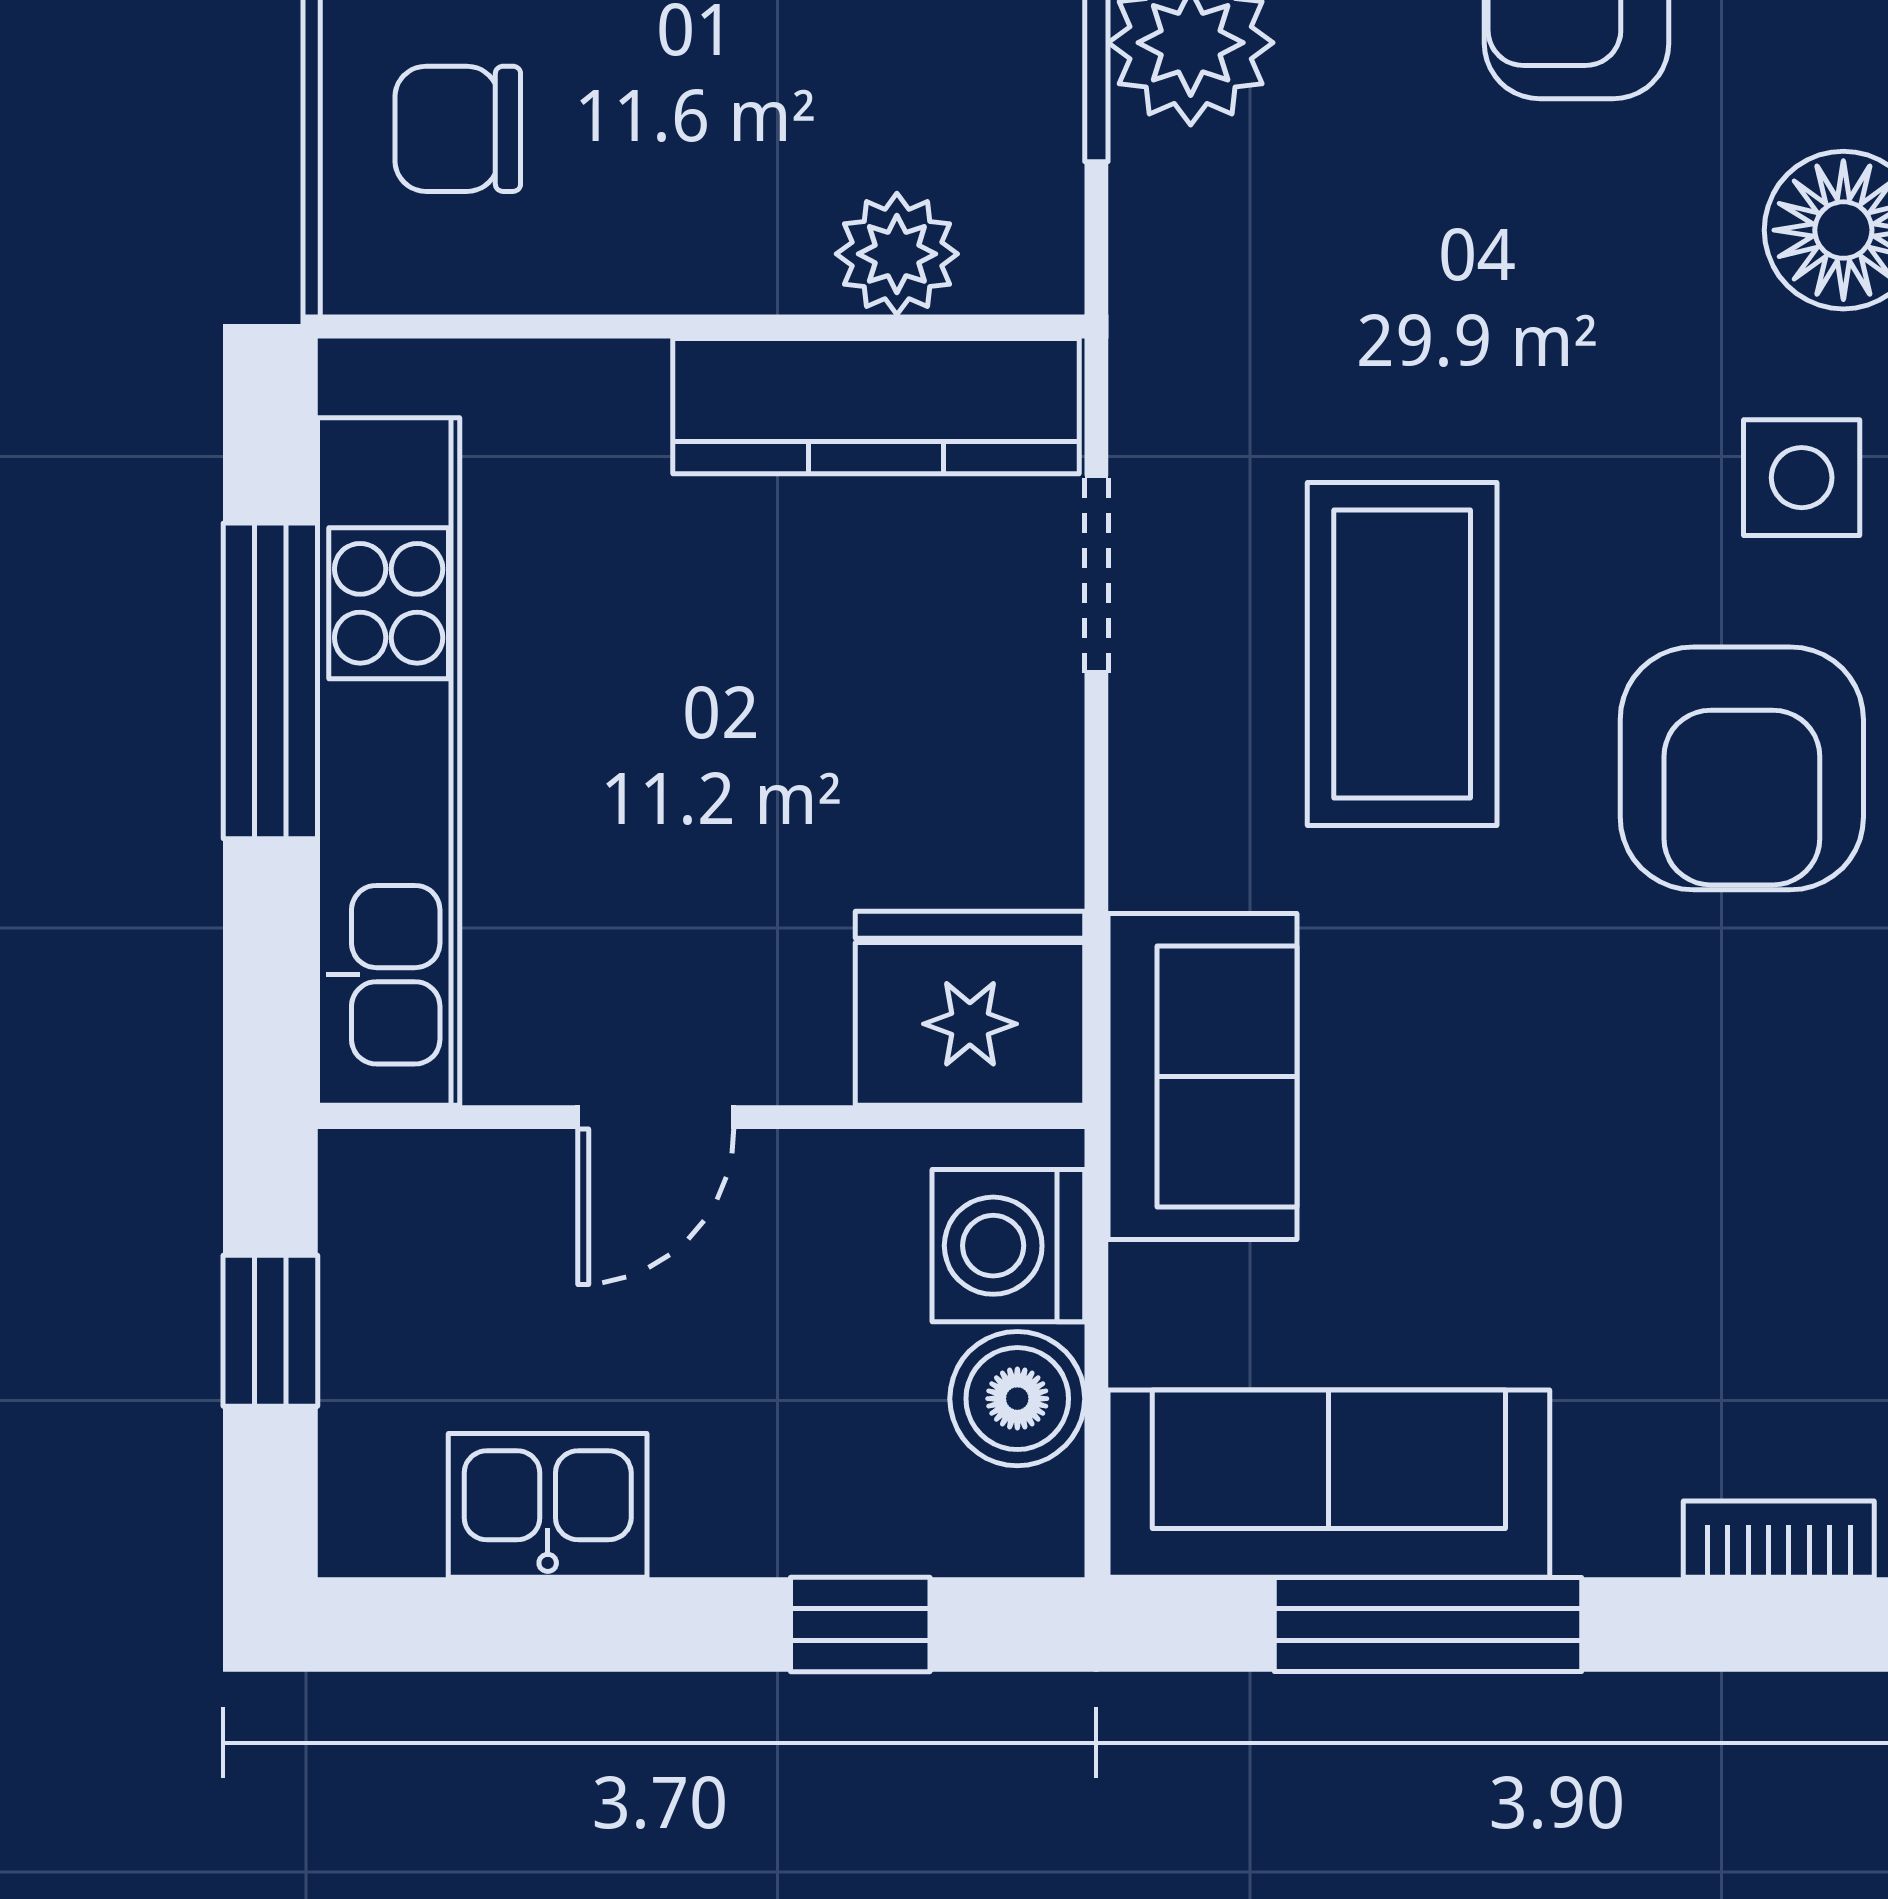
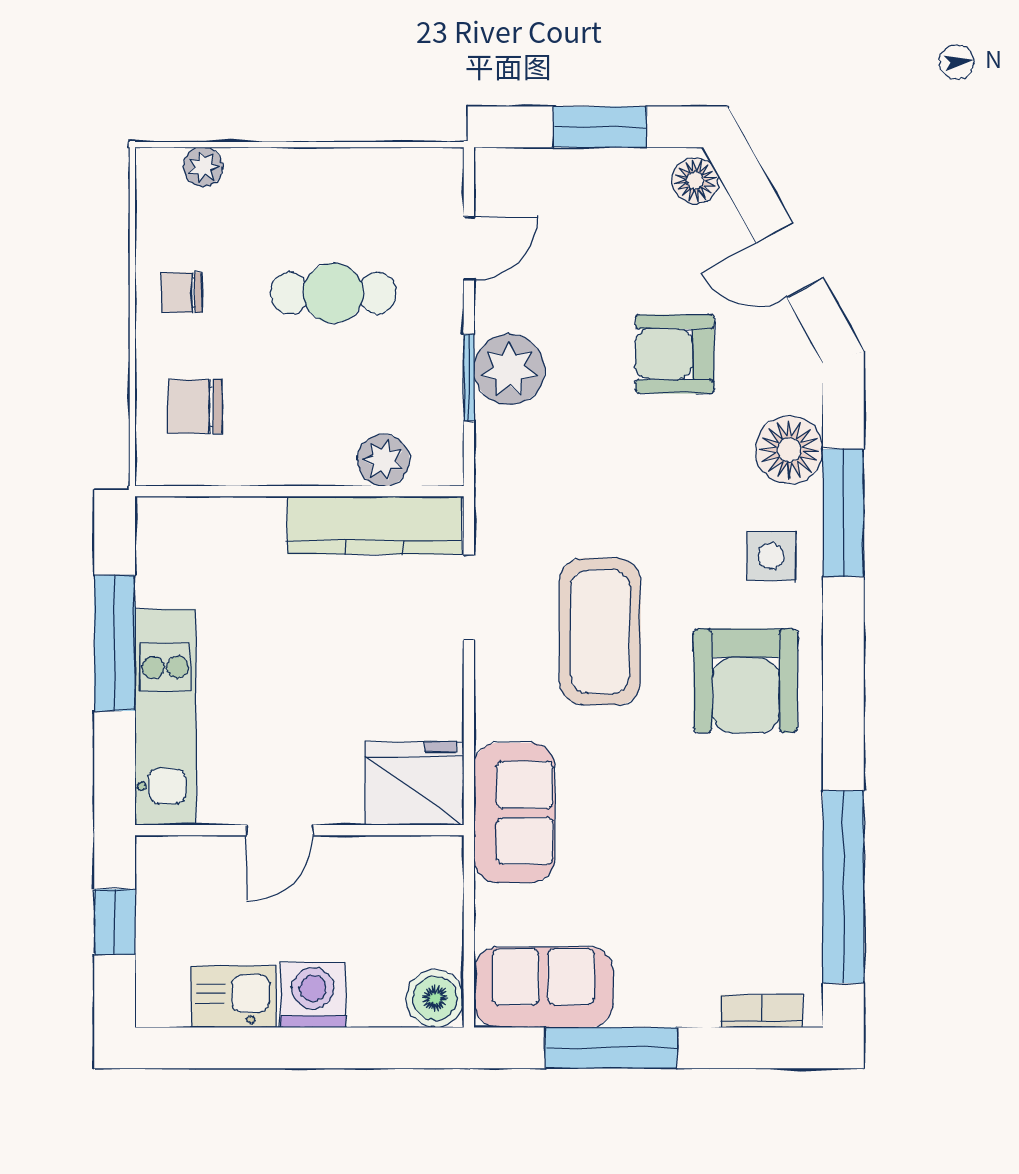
kitchen unit: (389, 761) -> (165, 717), width x0.73
washing machine: (1008, 1246) -> (313, 995), moved, turned 90
boiler: (1017, 1399) -> (435, 998), moved
sofa: (1329, 1484) -> (543, 987), width x0.73
window: (860, 1625) -> (368, 1048), removed

